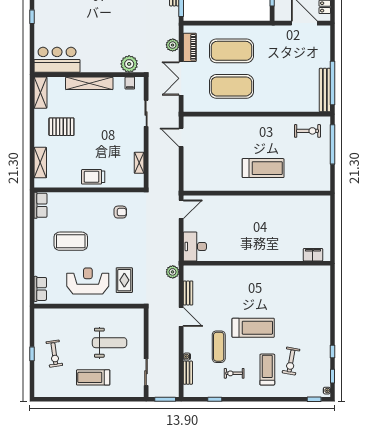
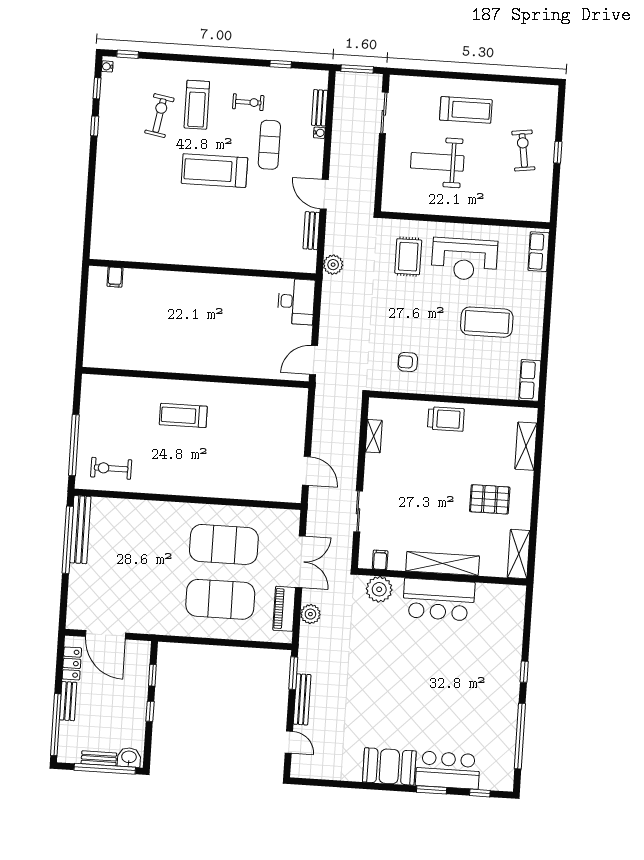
bar counter: (57, 60) -> (439, 600), moved
treadmill: (263, 168) -> (183, 415), width x0.73, depth x0.73
filing cabinet: (313, 255) -> (115, 277), width x0.50

